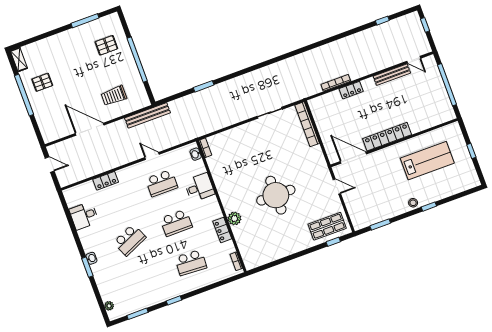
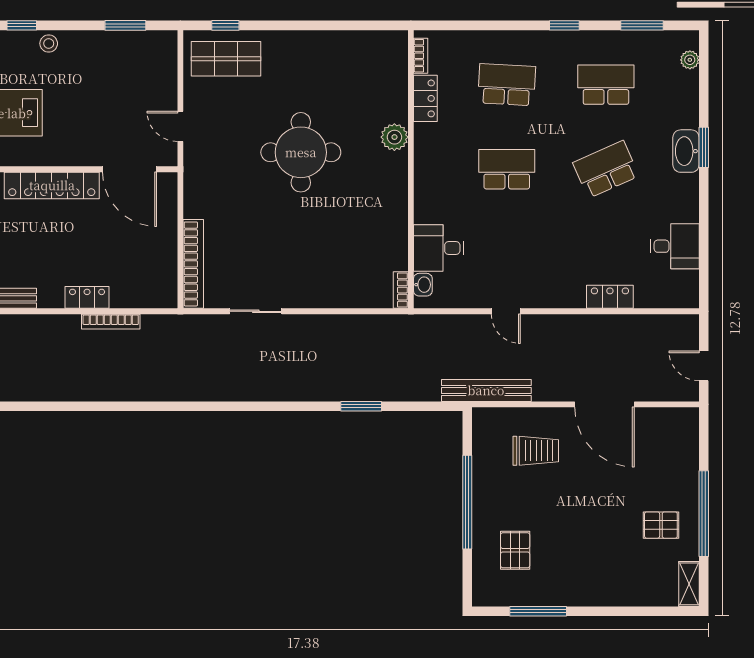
pallet: (106, 45) -> (515, 550), turned 90
school desk: (162, 183) -> (606, 85), moved
desk: (199, 187) -> (439, 248), moved
locker: (222, 230) -> (425, 98), moved
washbasin: (91, 258) -> (686, 151), width x1.91, depth x1.45

